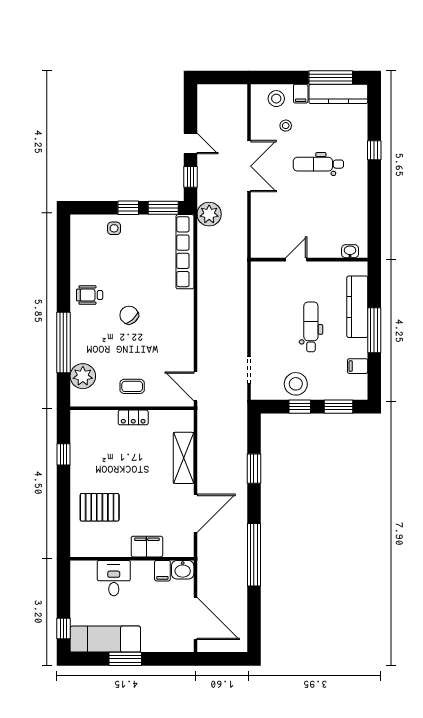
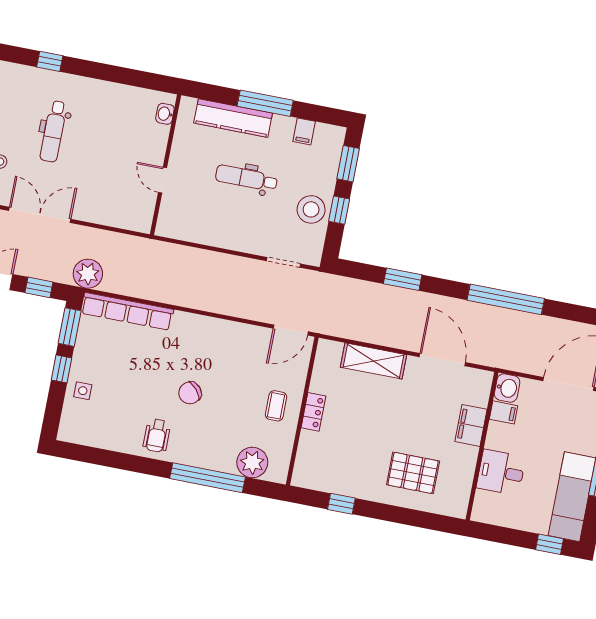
pallet: (100, 507) -> (413, 473), turned 90

